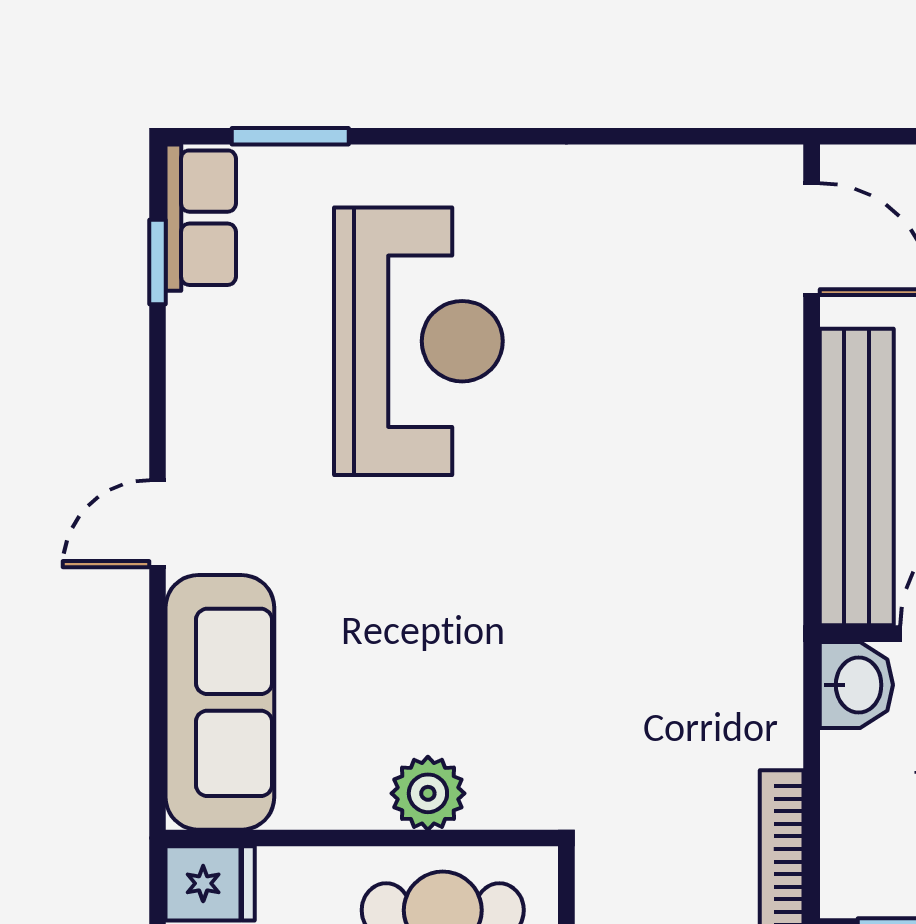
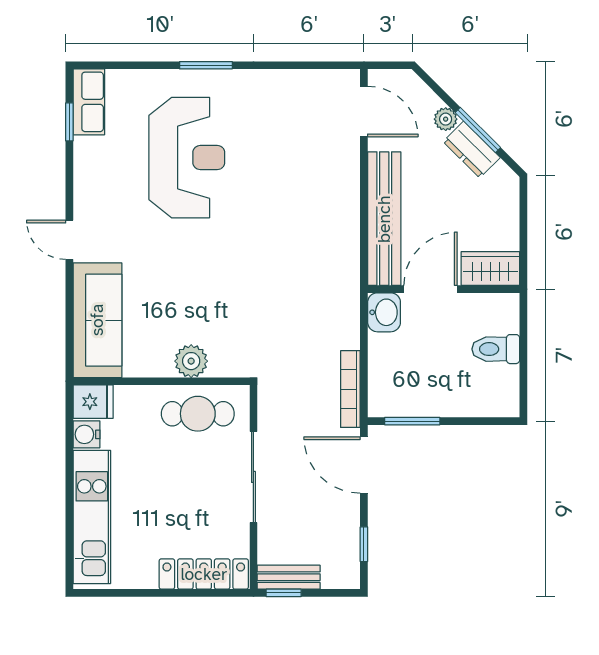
window: (290, 136) -> (206, 65), moved
door: (158, 524) -> (69, 240), hinge flipped

